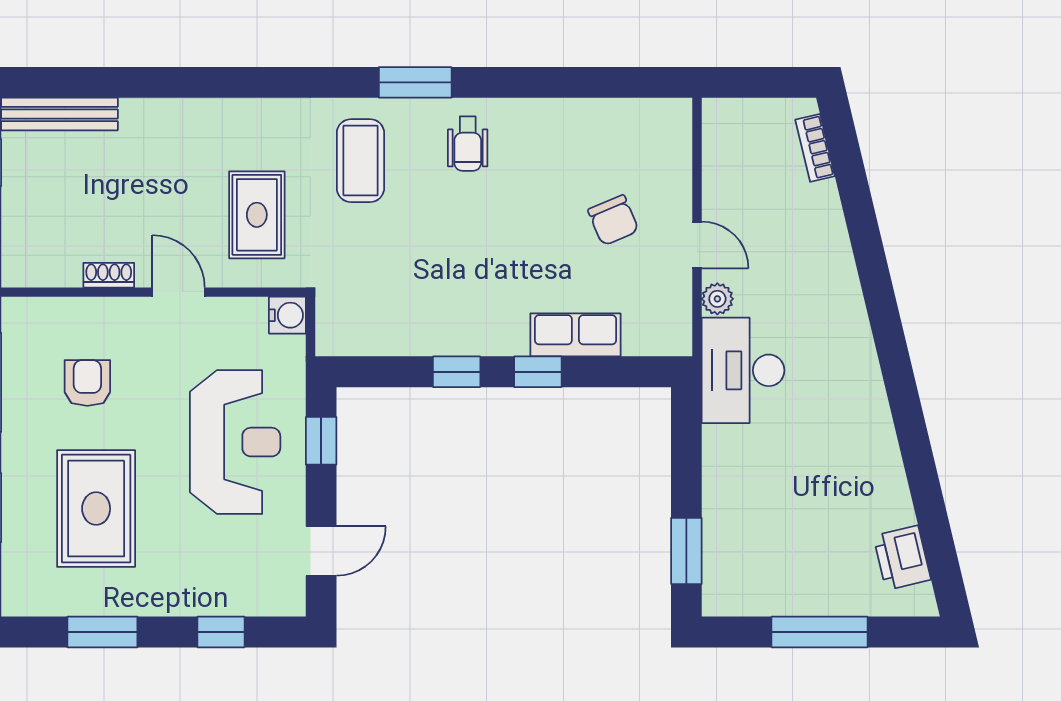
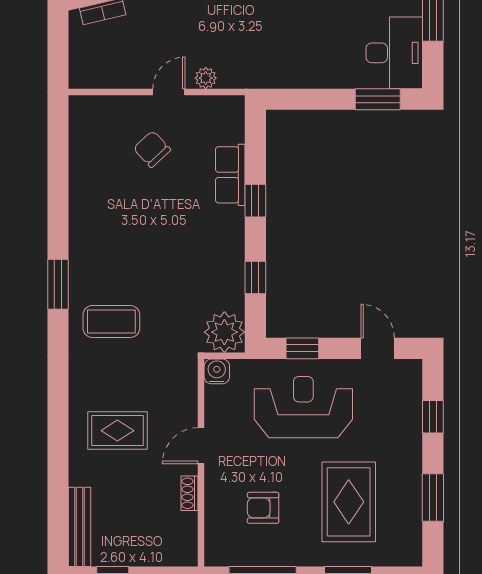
wheelchair: (468, 144) -> (100, 248), removed
rug: (257, 215) -> (117, 431), moved
chair: (613, 220) -> (152, 149), turned -110
plant: (345, 326) -> (224, 332), added
desk: (743, 370) -> (394, 53), moved, turned -90
window: (457, 372) -> (255, 277), moved
rug: (96, 509) -> (349, 502), turned 90

